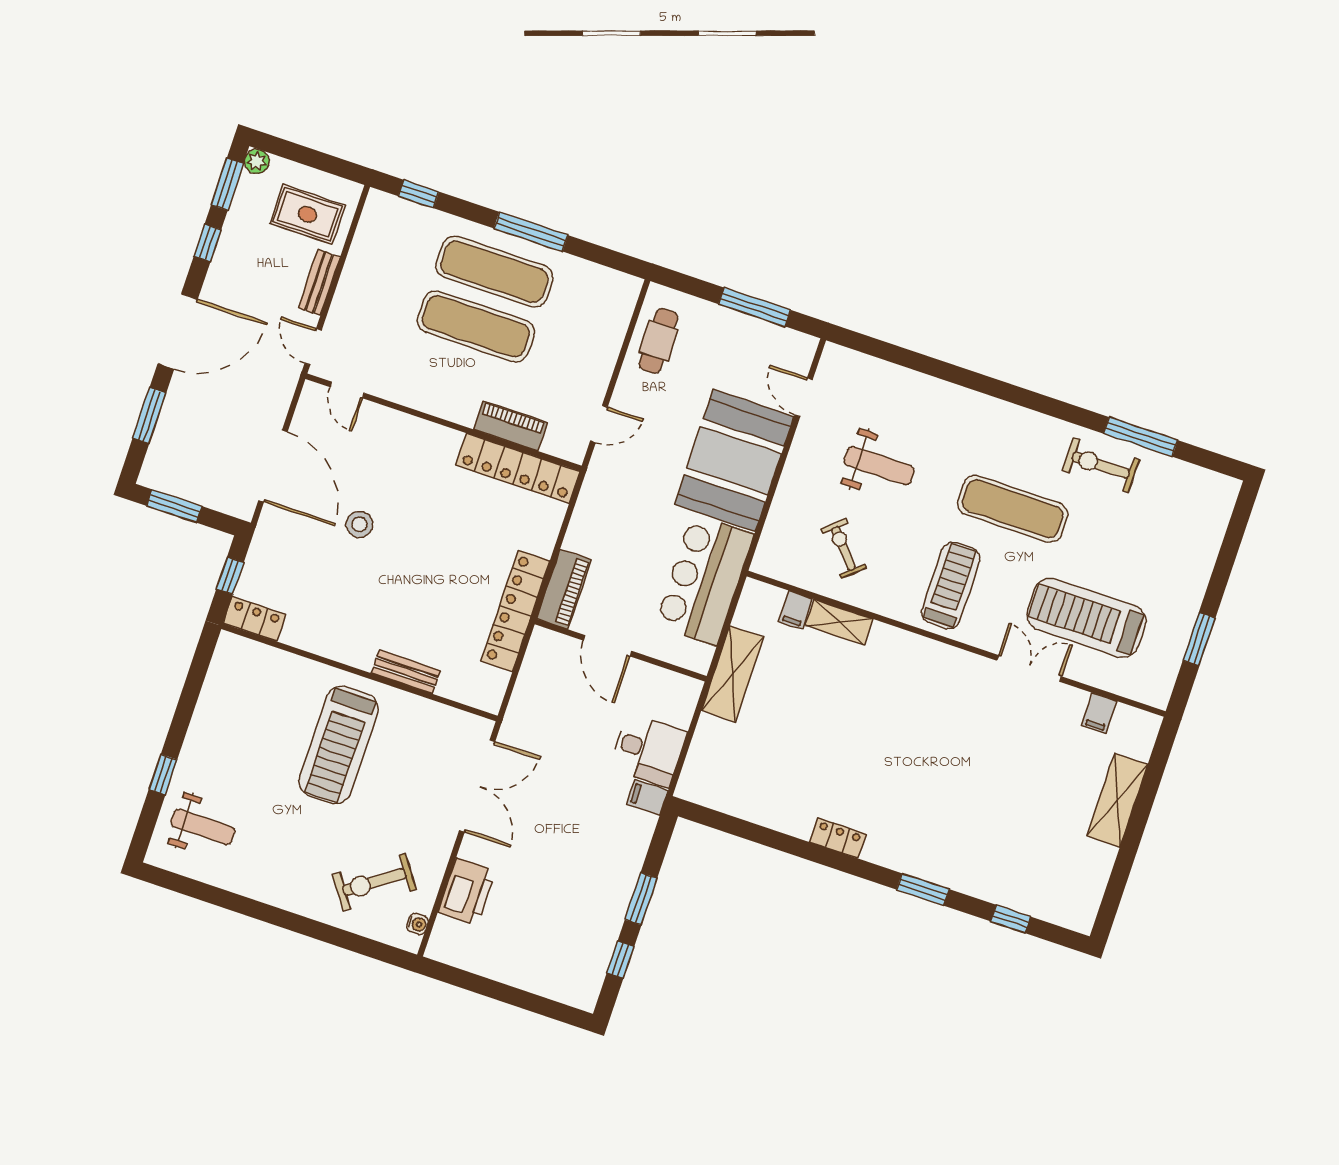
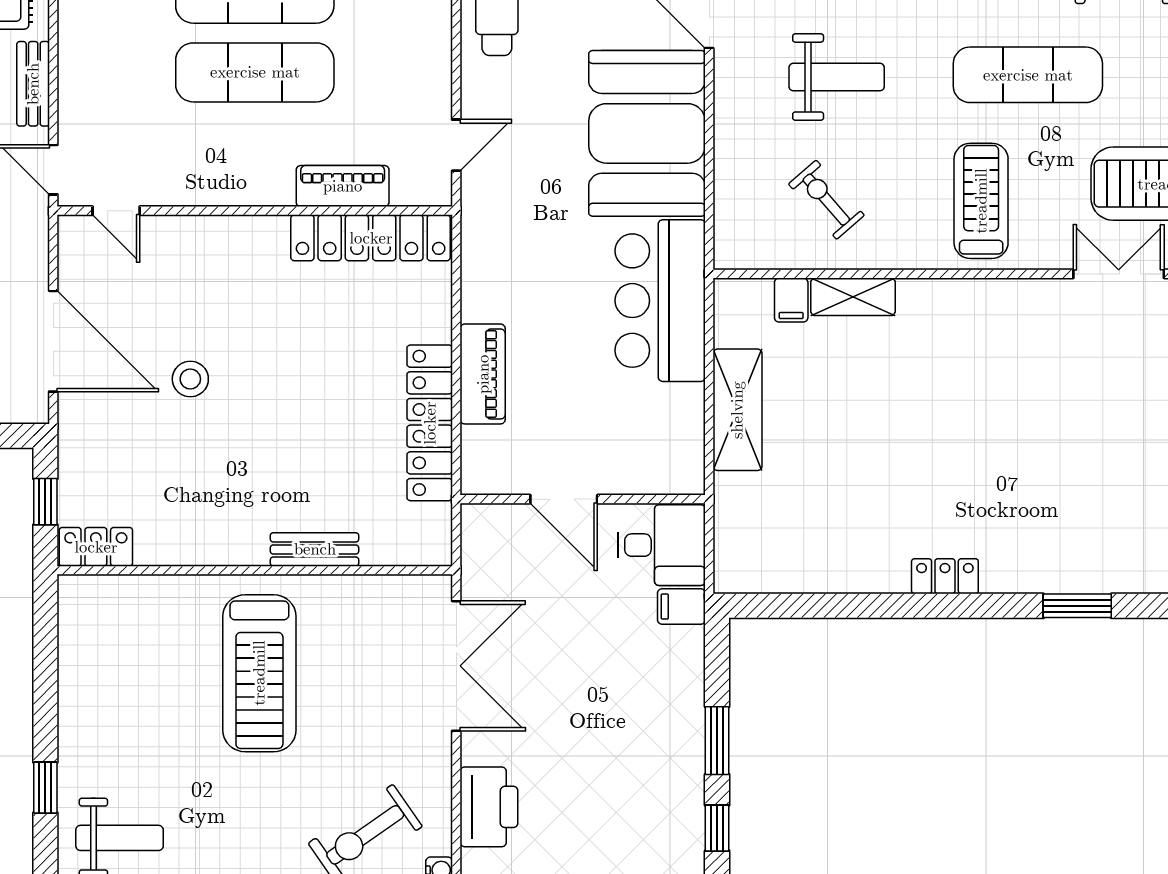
door: (608, 646) -> (564, 499), moved
wall: (621, 650) -> (583, 499), moved

